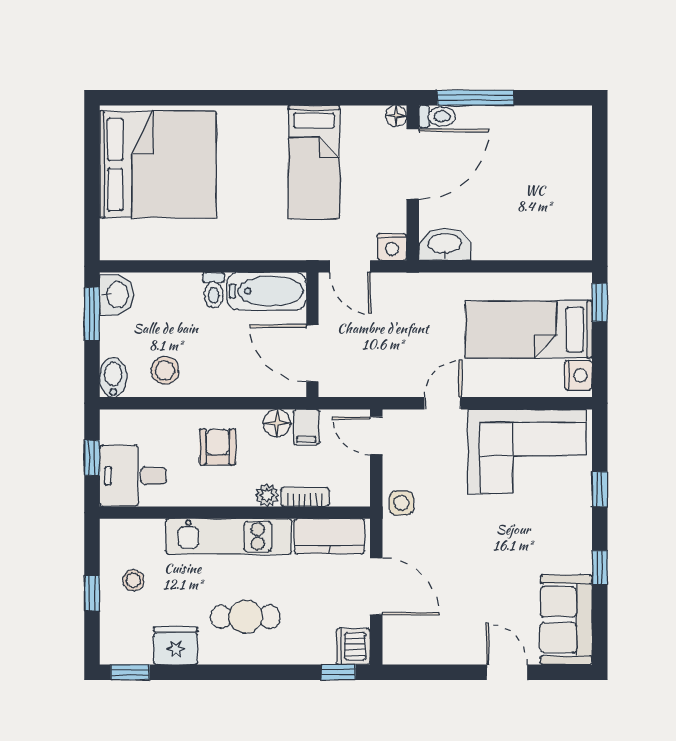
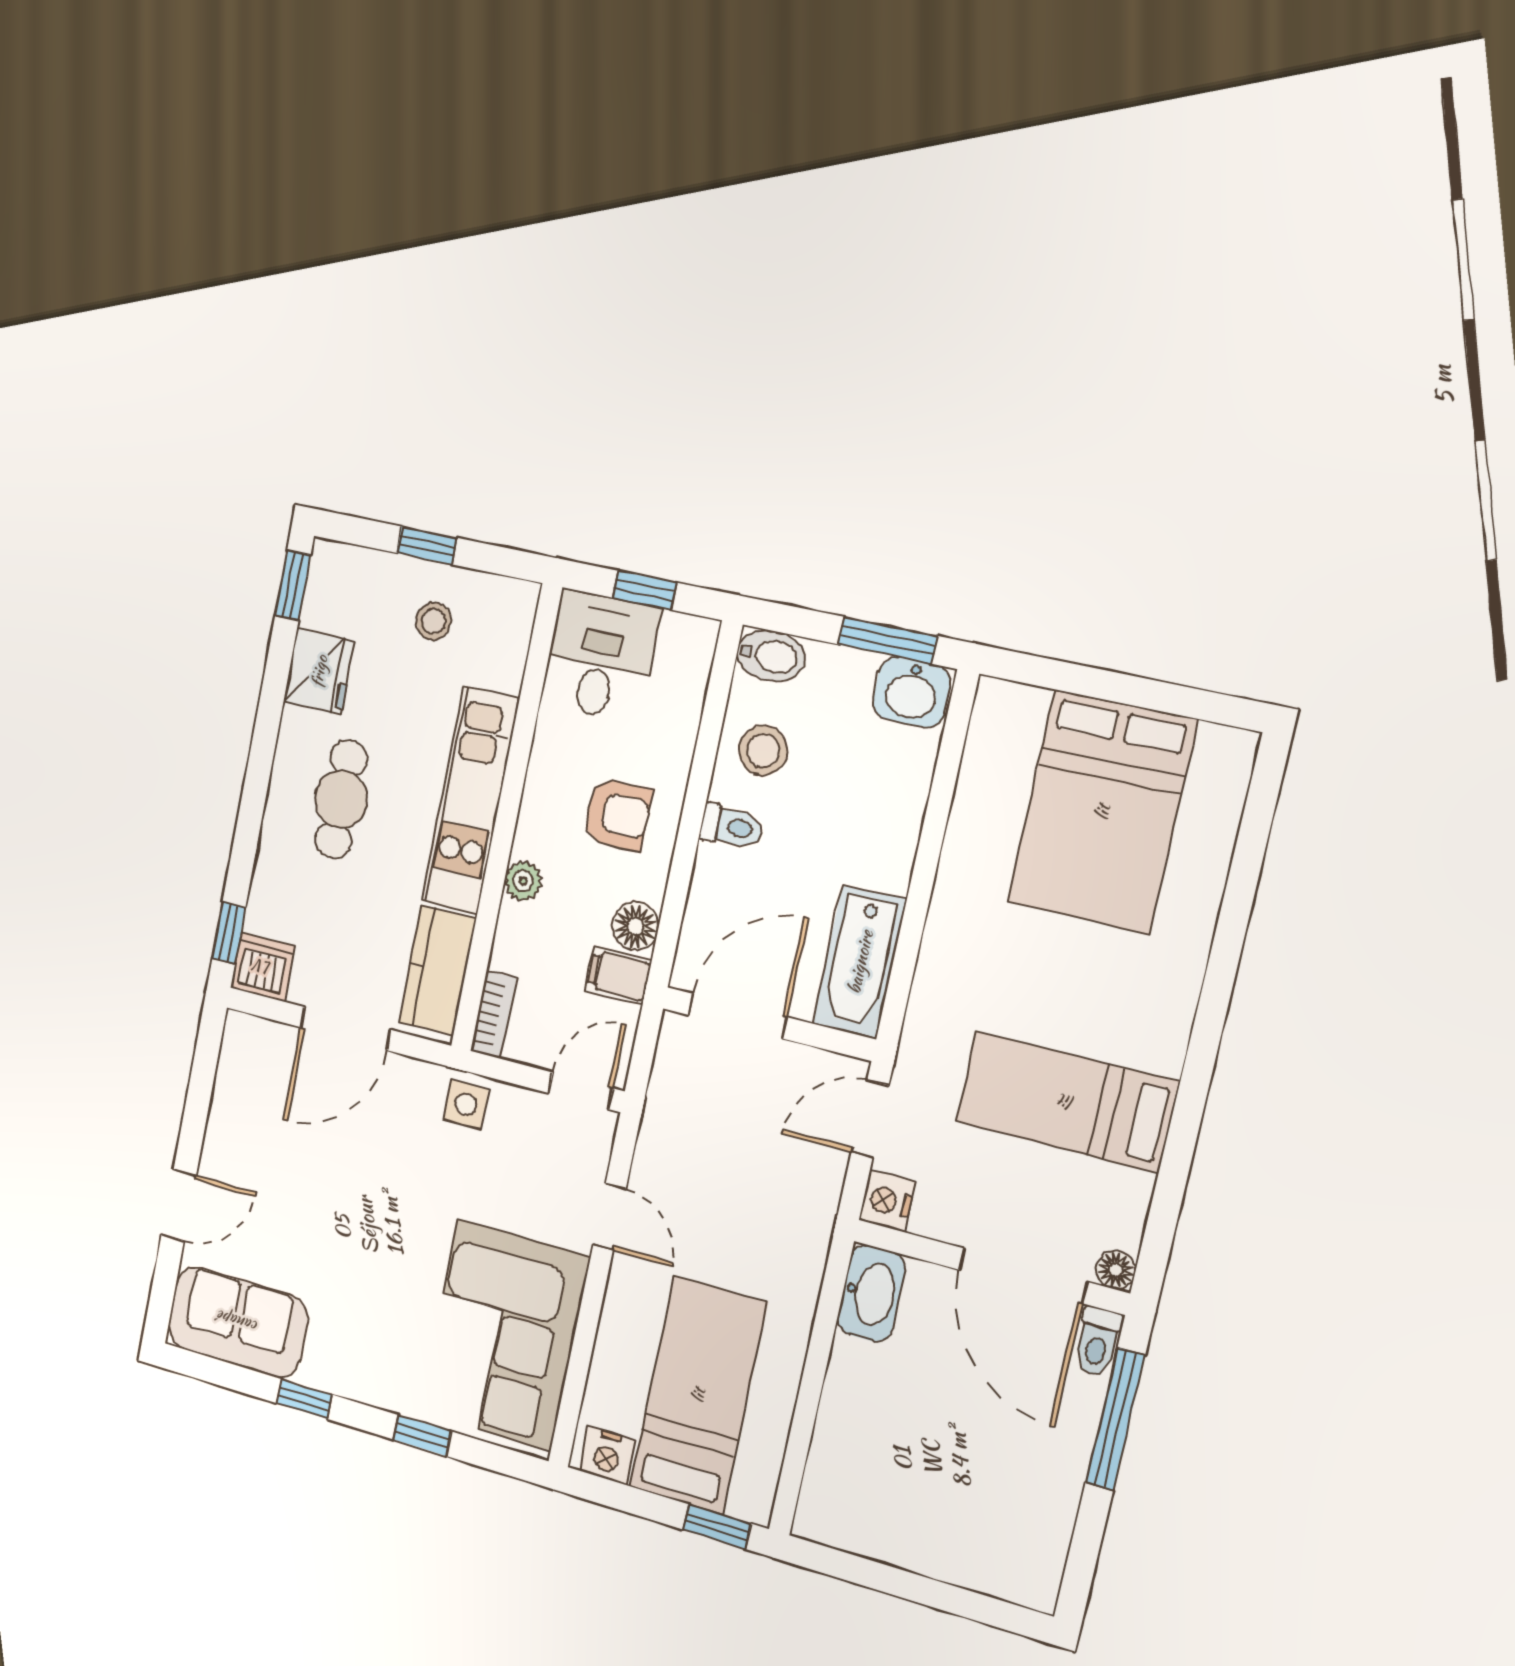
bed: (158, 164) -> (1102, 812), width x0.73
toilet: (214, 290) -> (732, 827), moved, turned 180
bookcase: (305, 497) -> (493, 1014), moved

